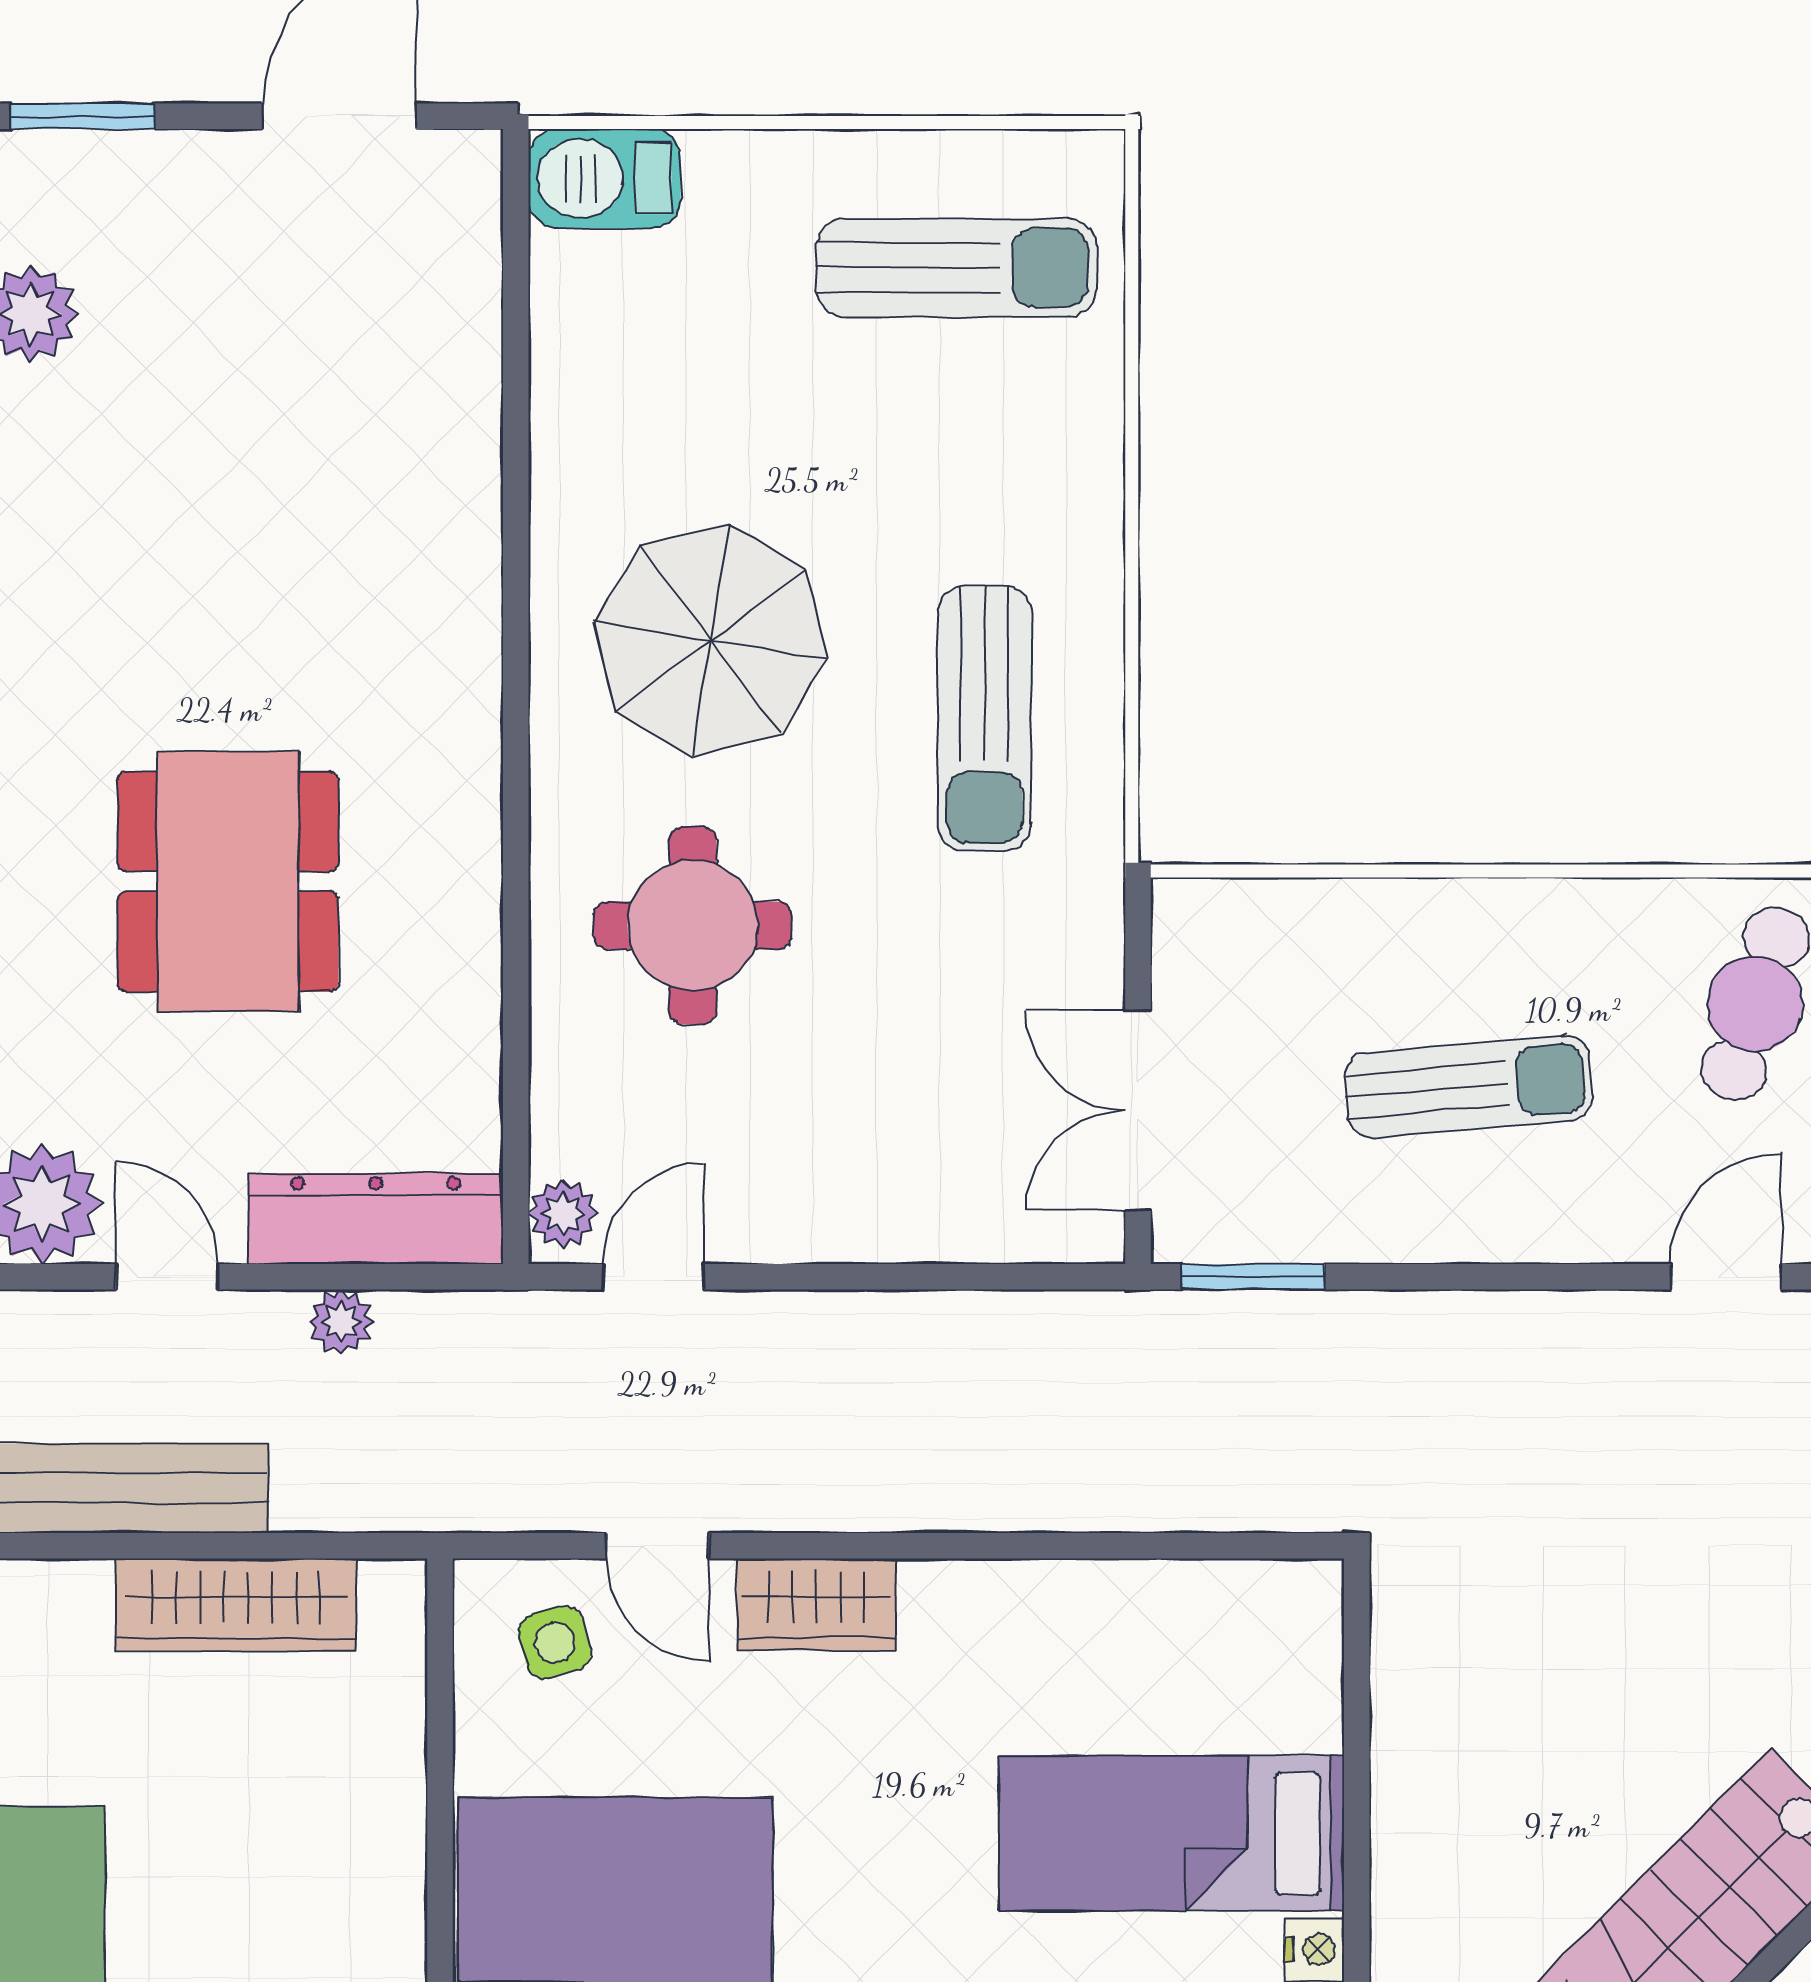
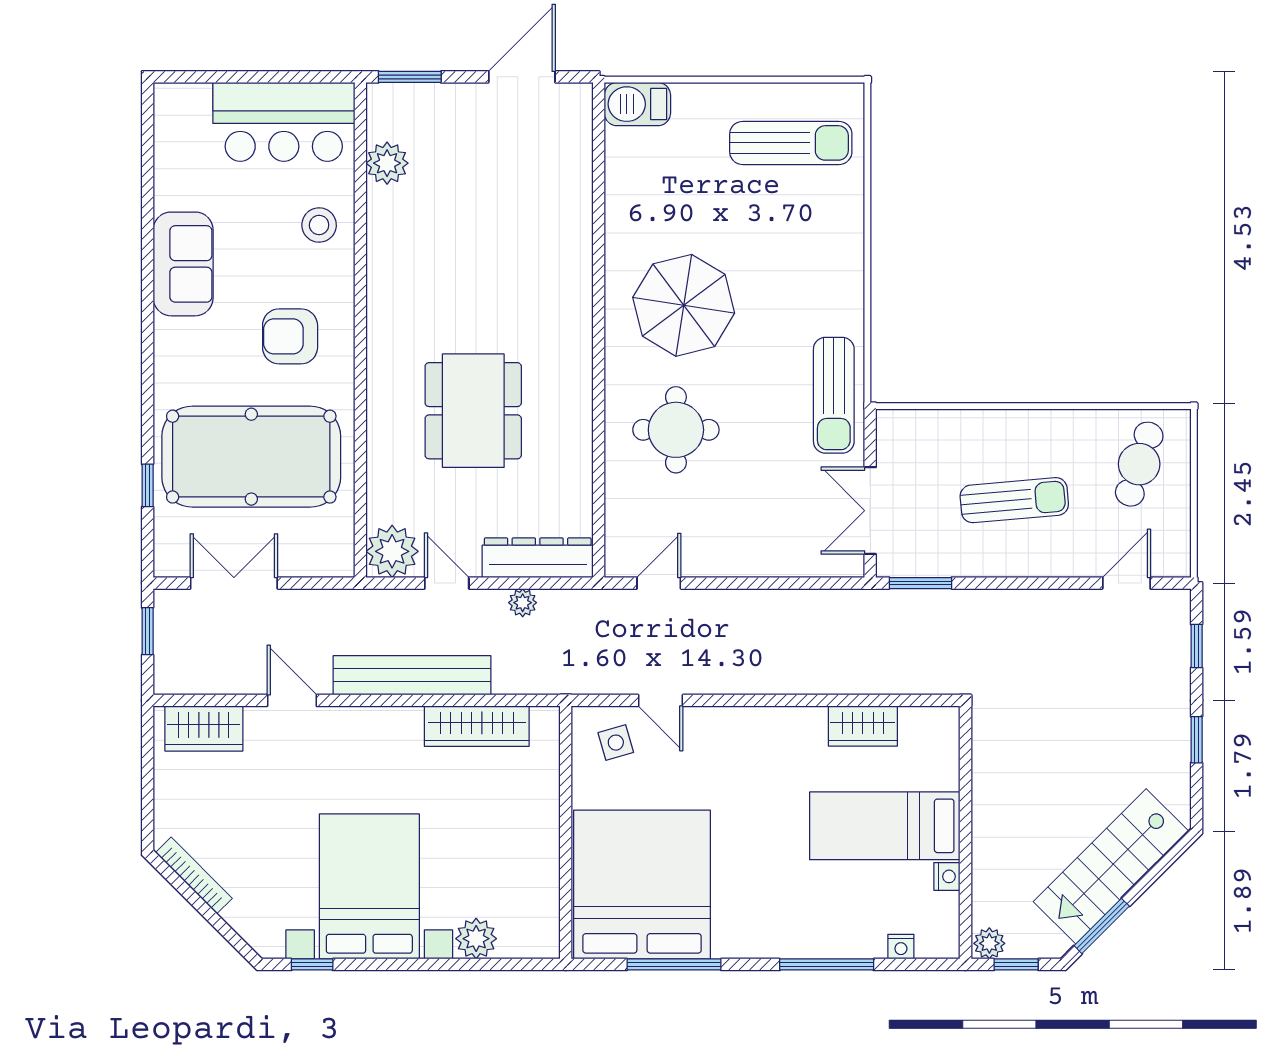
sun lounger: (985, 718) -> (834, 395), moved
plant: (563, 1214) -> (619, 556), removed
wardrobe: (816, 1604) -> (863, 726), moved

